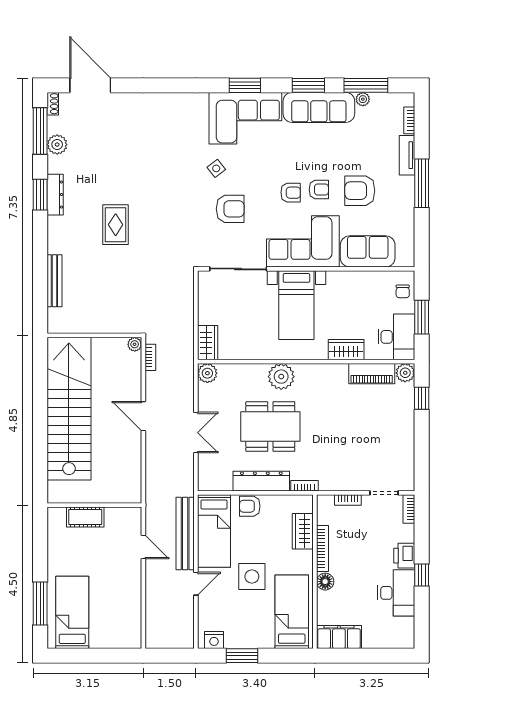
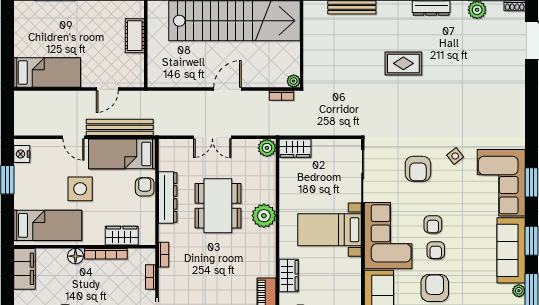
bookcase: (304, 486) -> (164, 255), moved
bed: (72, 612) -> (47, 73), moved

